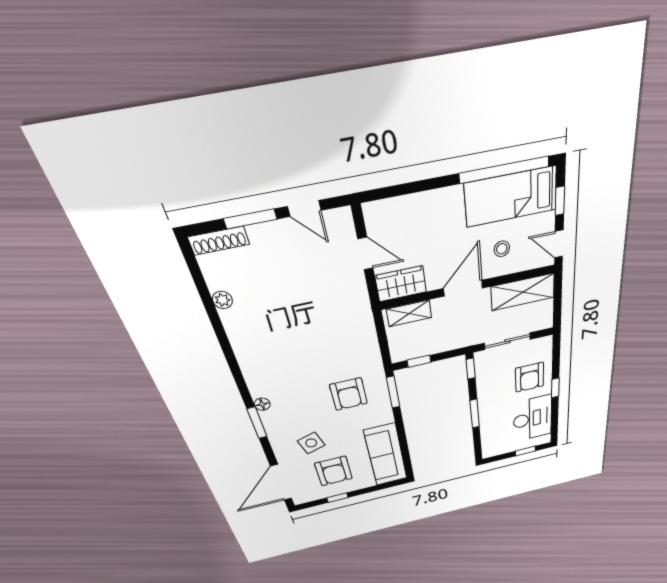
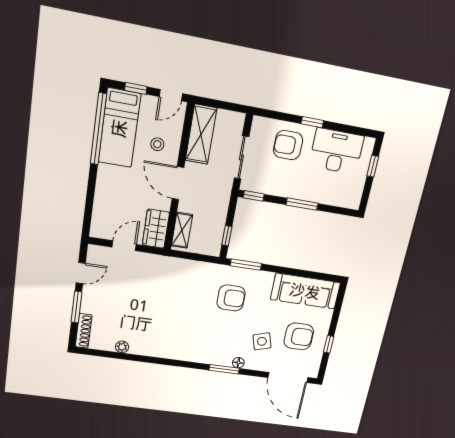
armchair: (530, 377) -> (288, 145), turned 180
floor lamp: (262, 404) -> (238, 363), moved

